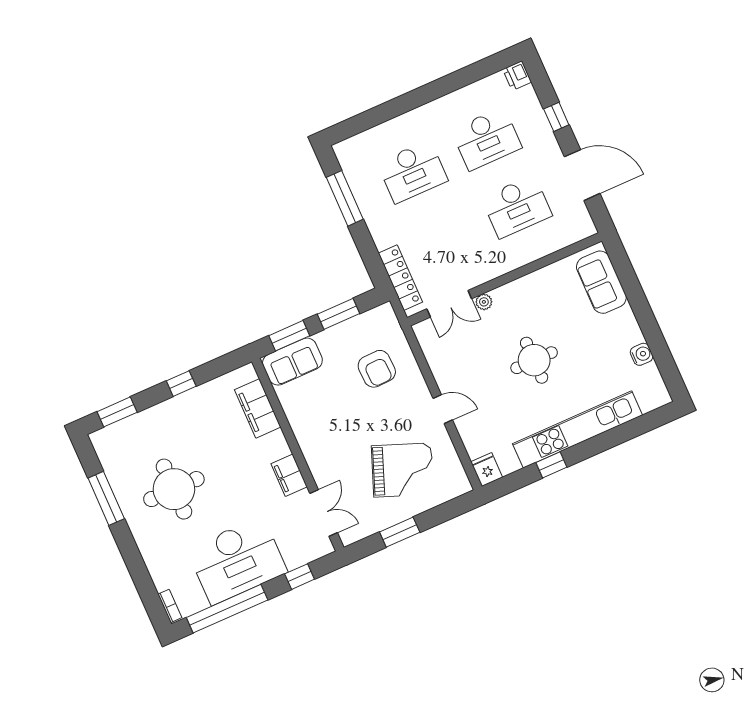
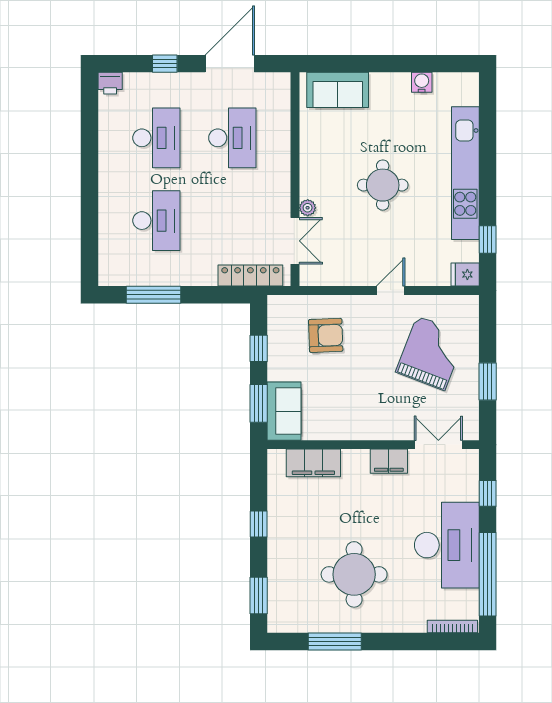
window: (339, 314) -> (259, 348), width x0.67
window: (551, 465) -> (488, 239), moved
bookcase: (170, 606) -> (452, 627), width x1.56

